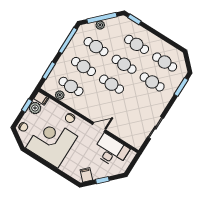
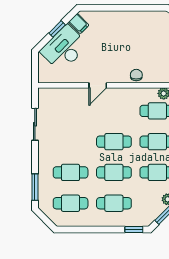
corner desk: (52, 142) -> (140, 36), removed
desk: (111, 151) -> (64, 48), moved, turned 135

